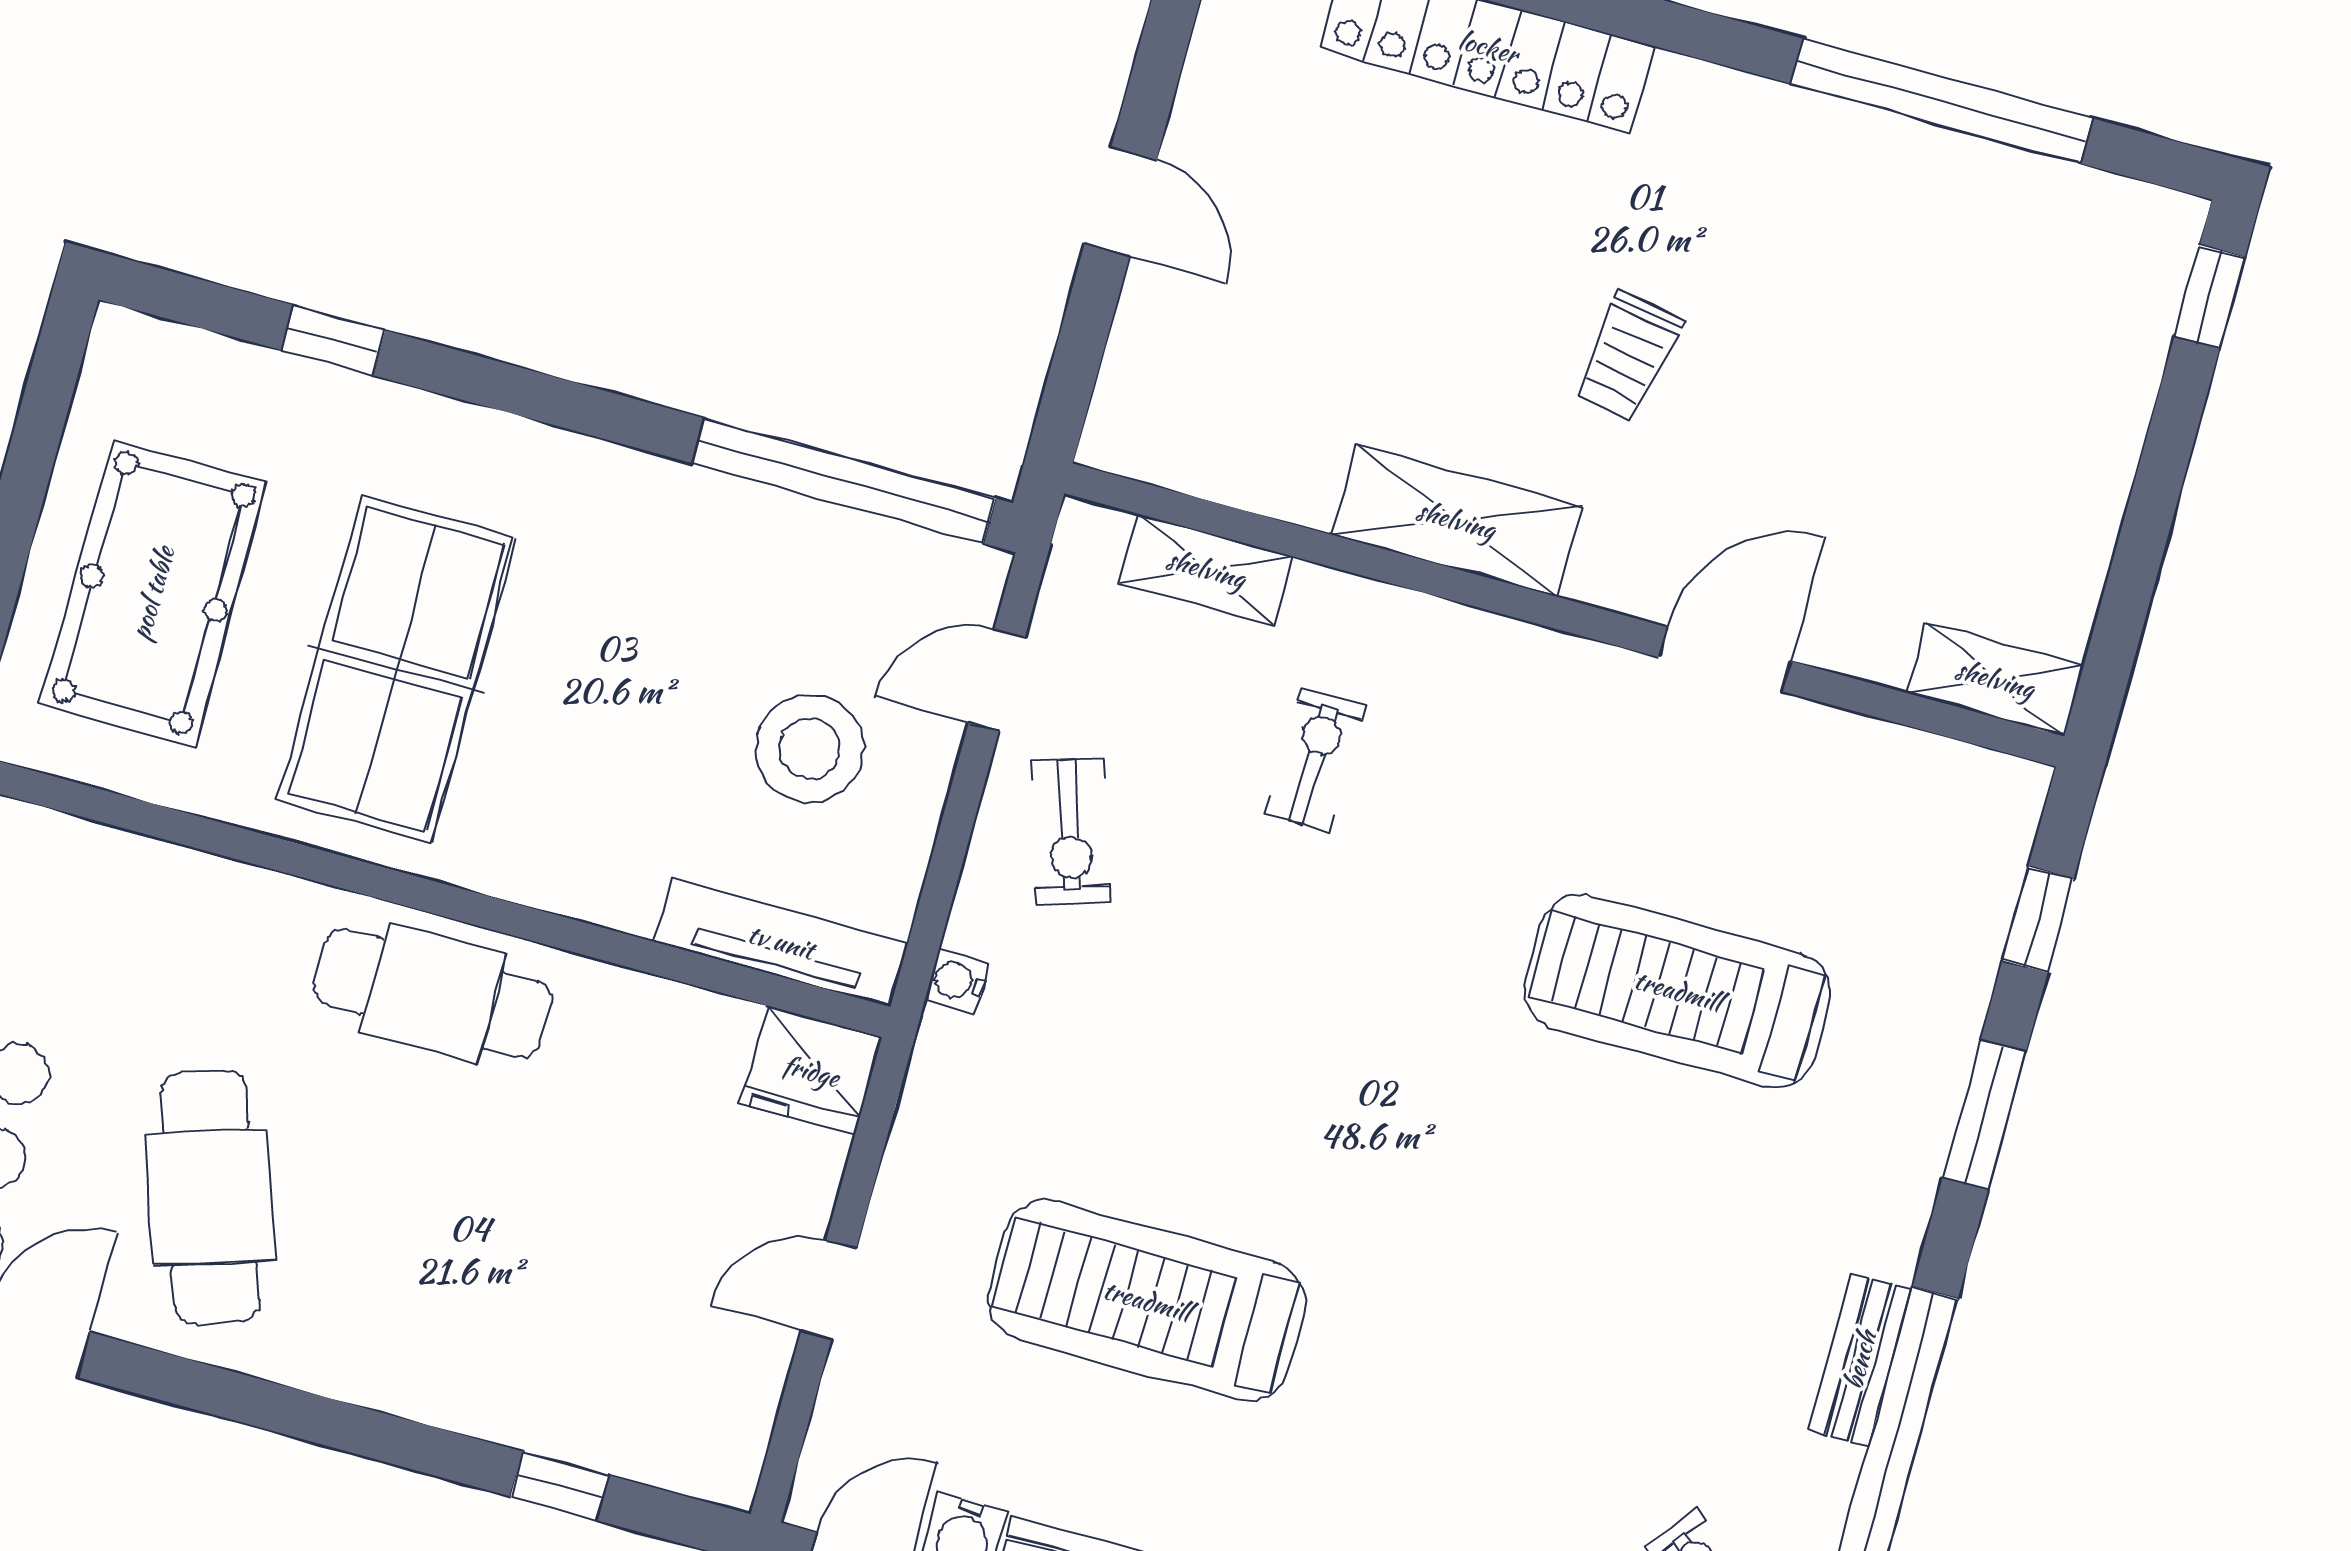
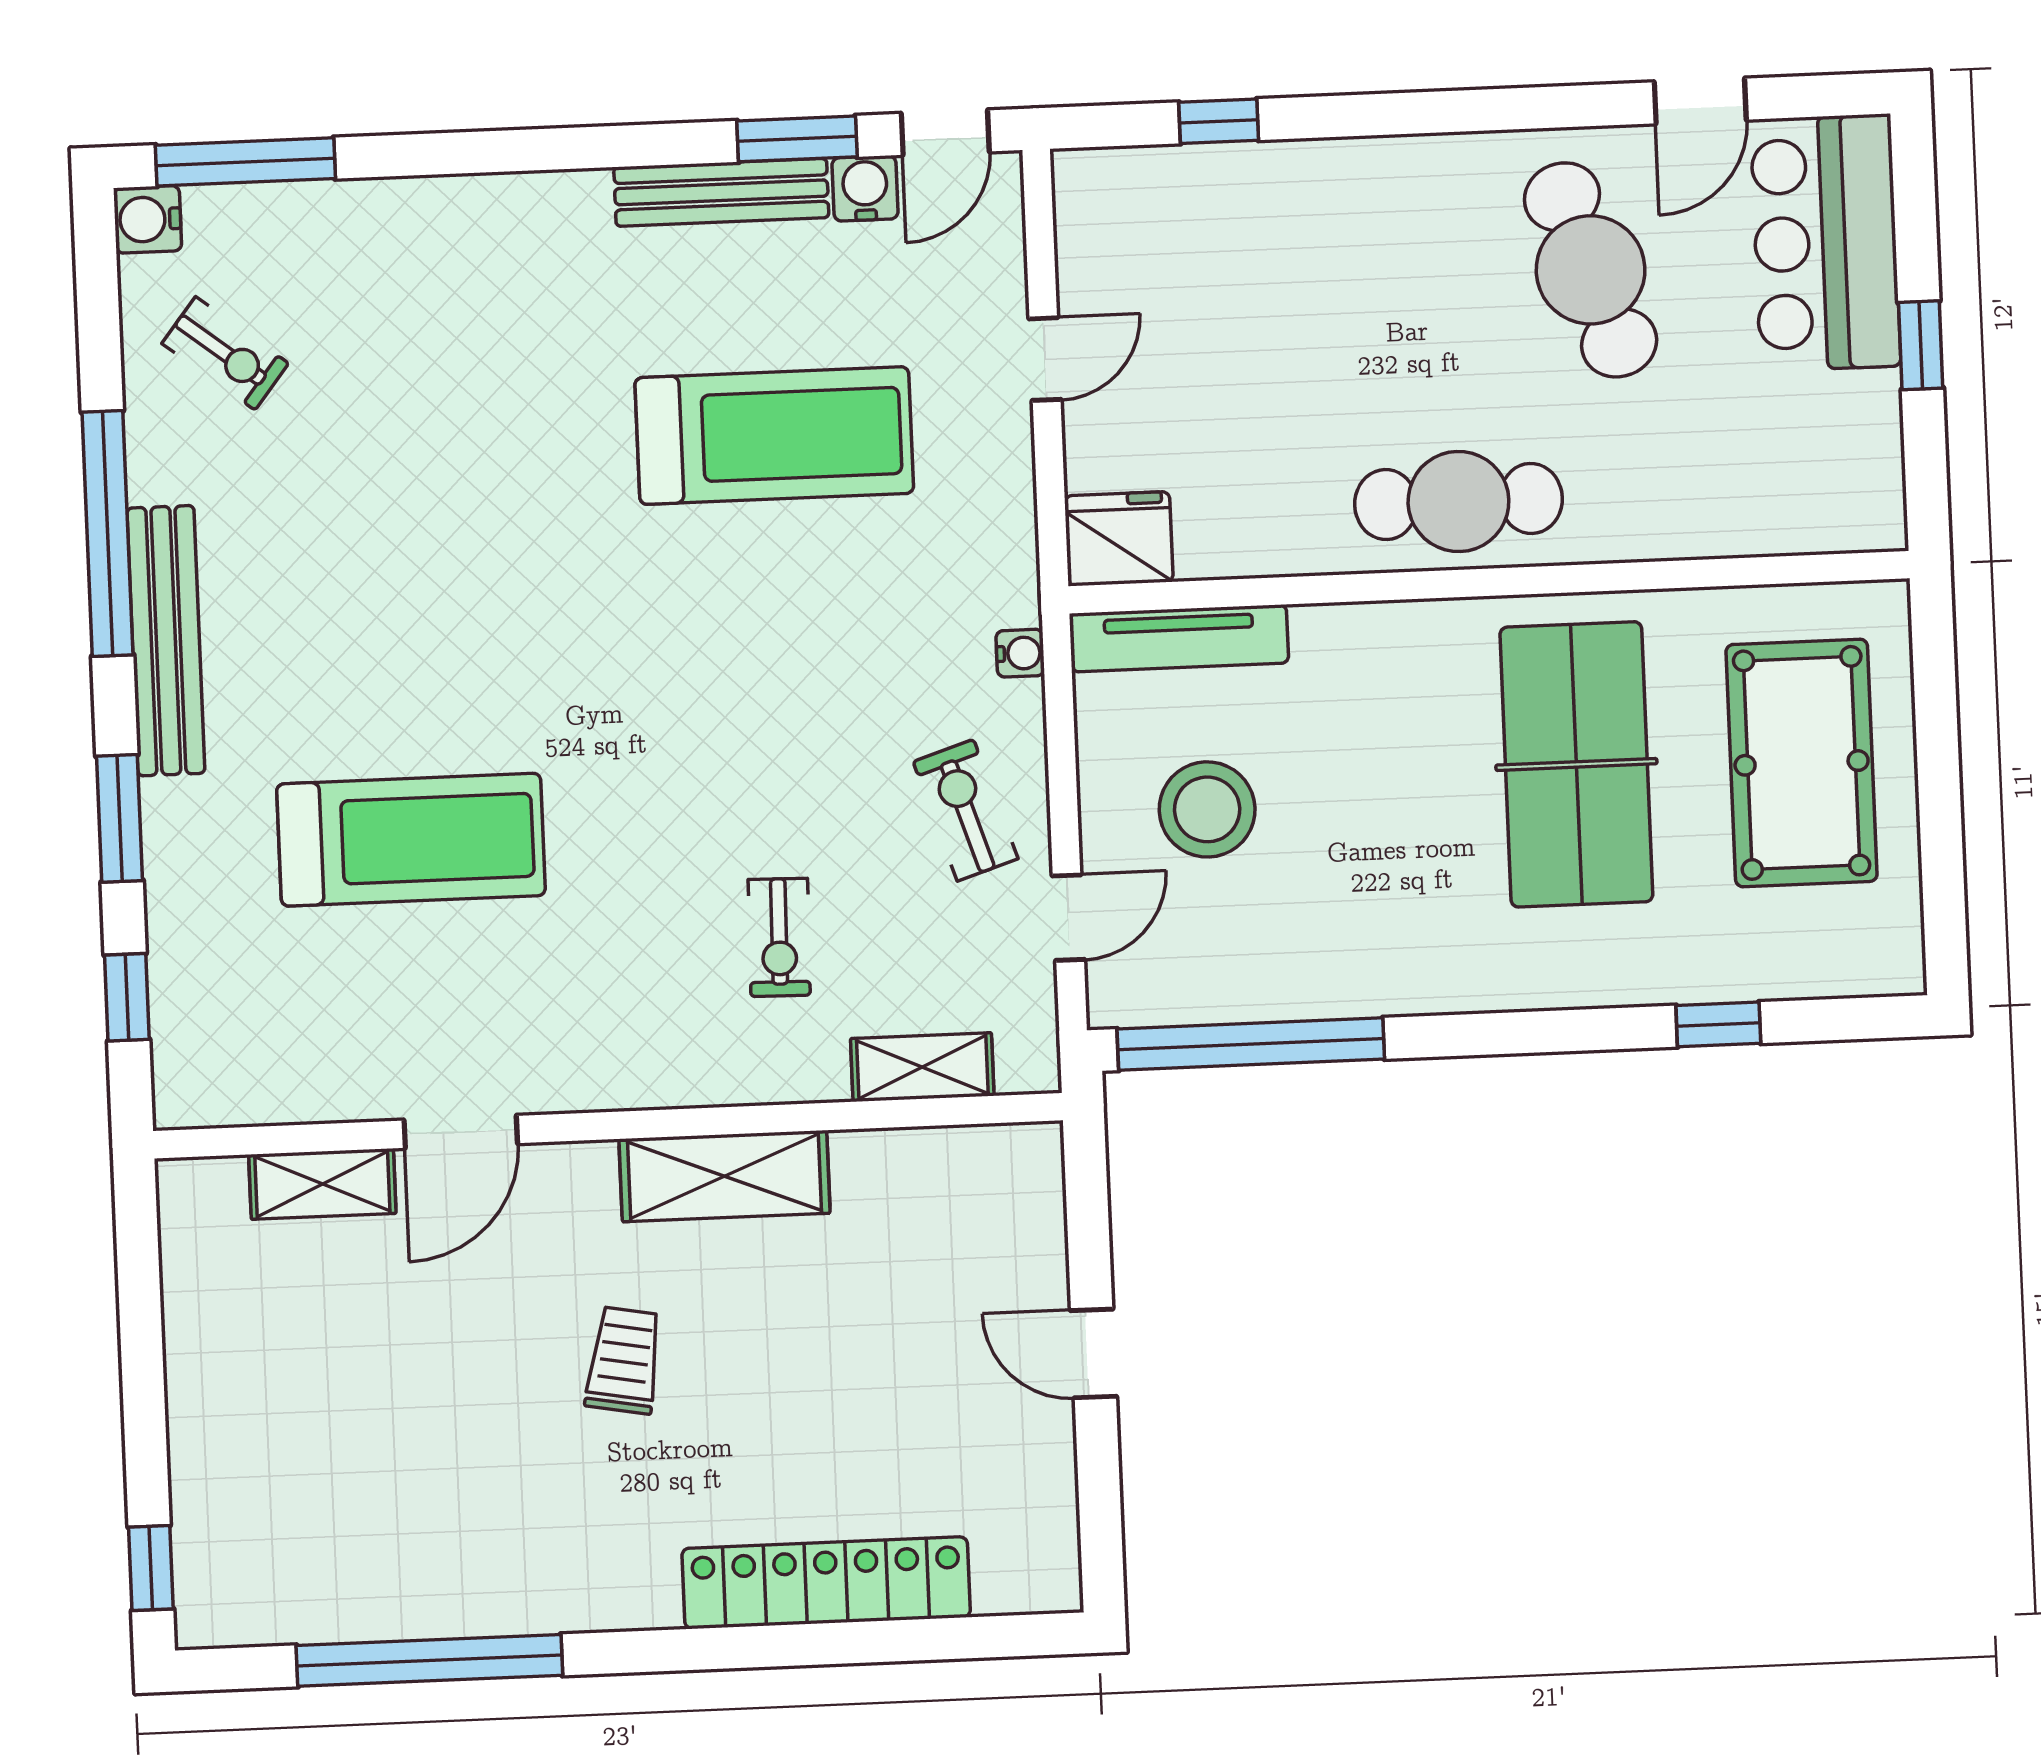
shelving: (1995, 679) -> (322, 1184), moved
bench: (1860, 1360) -> (166, 641), width x1.86, depth x1.21

